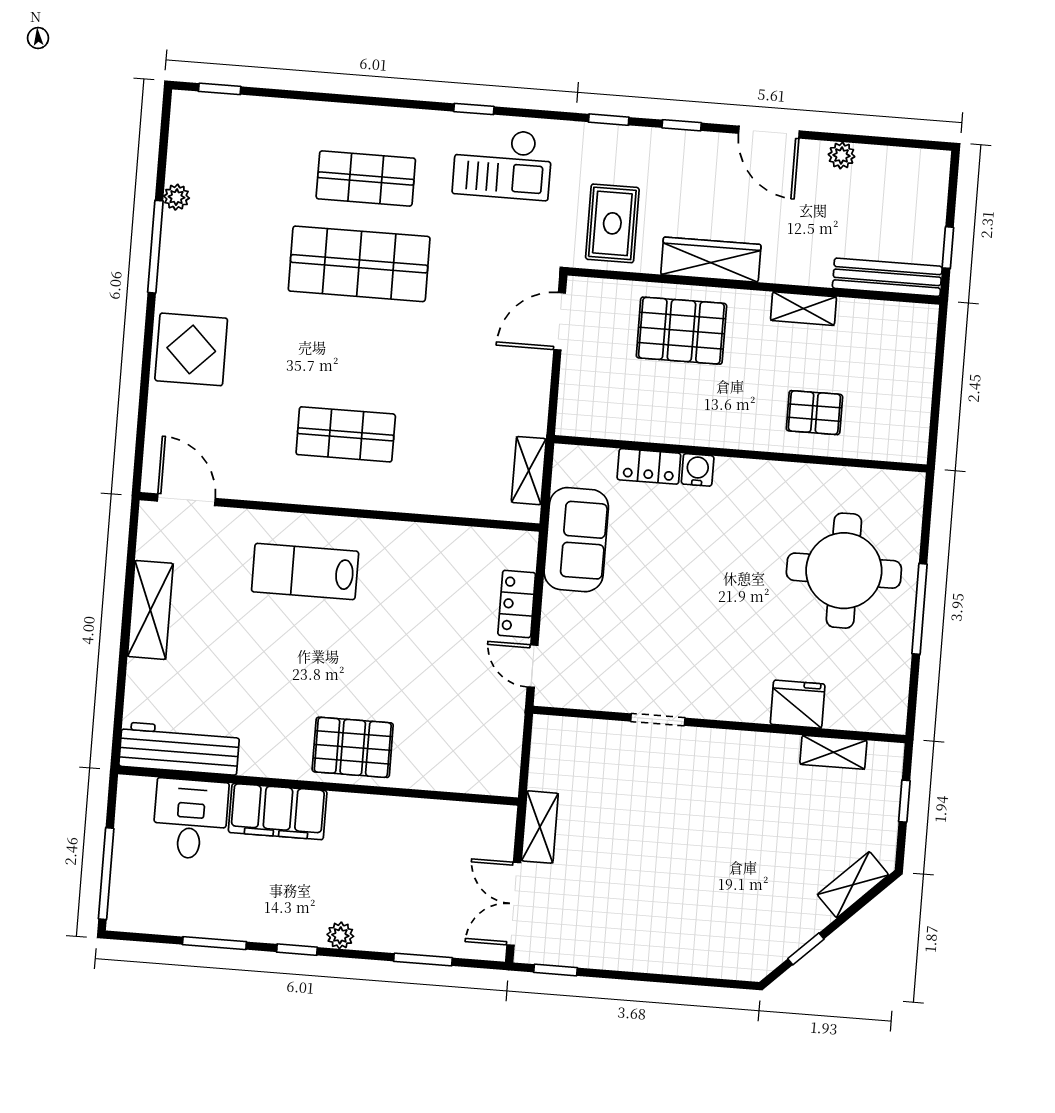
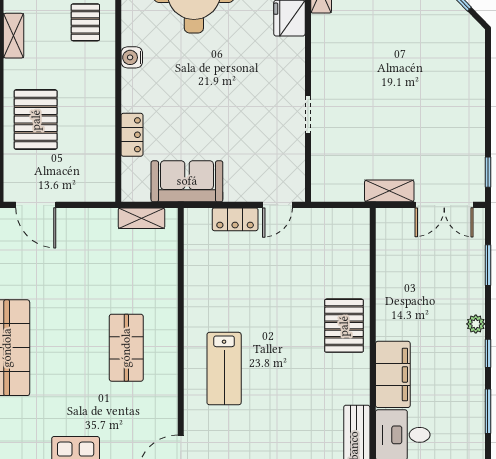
water cooler: (698, 470) -> (132, 57), moved

